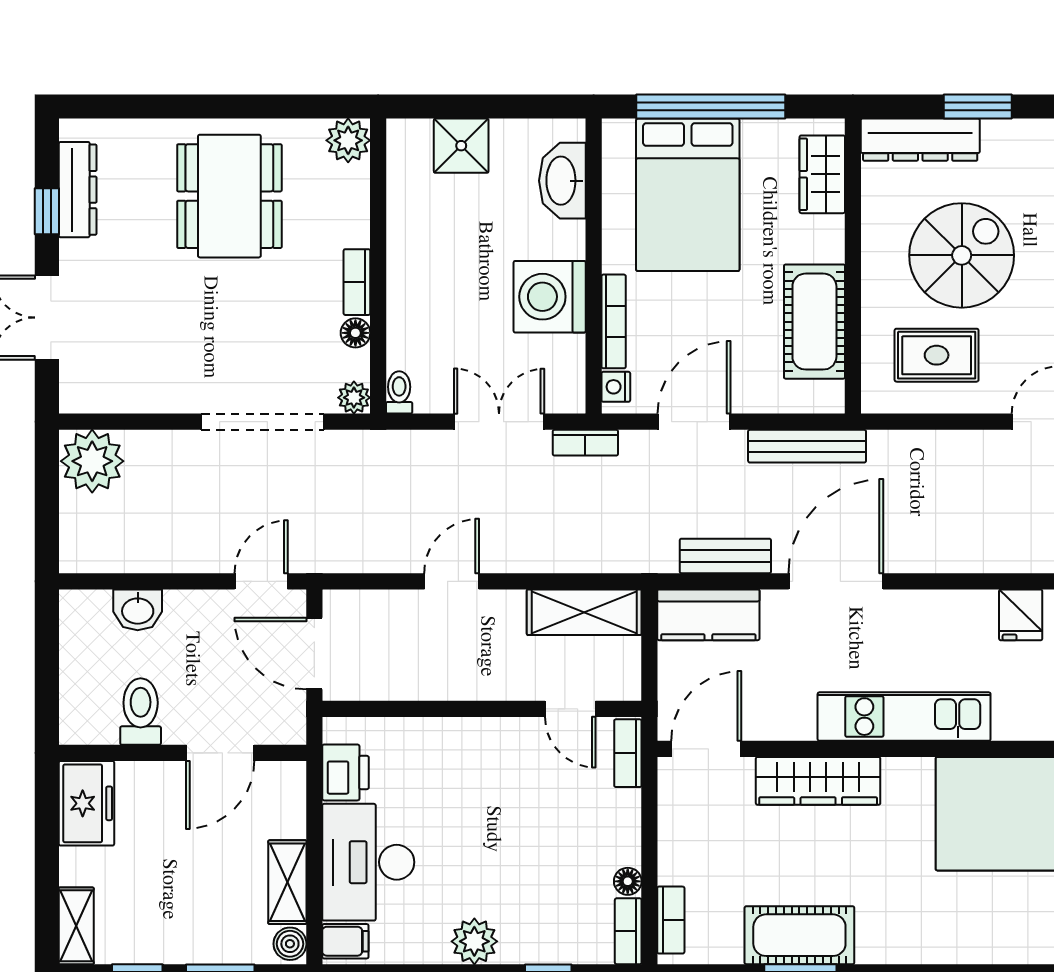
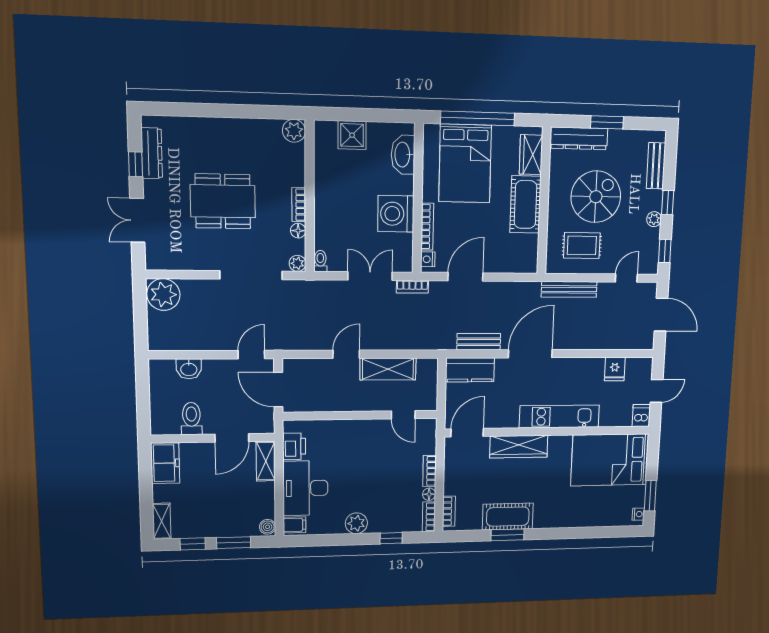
dining table: (229, 196) -> (223, 201), moved, turned 90
cot: (814, 322) -> (526, 204), moved
bench: (807, 446) -> (569, 289), moved
shelving: (584, 612) -> (388, 369), moved
bookcase: (628, 753) -> (430, 471), moved
shelving: (287, 882) -> (266, 461), moved

